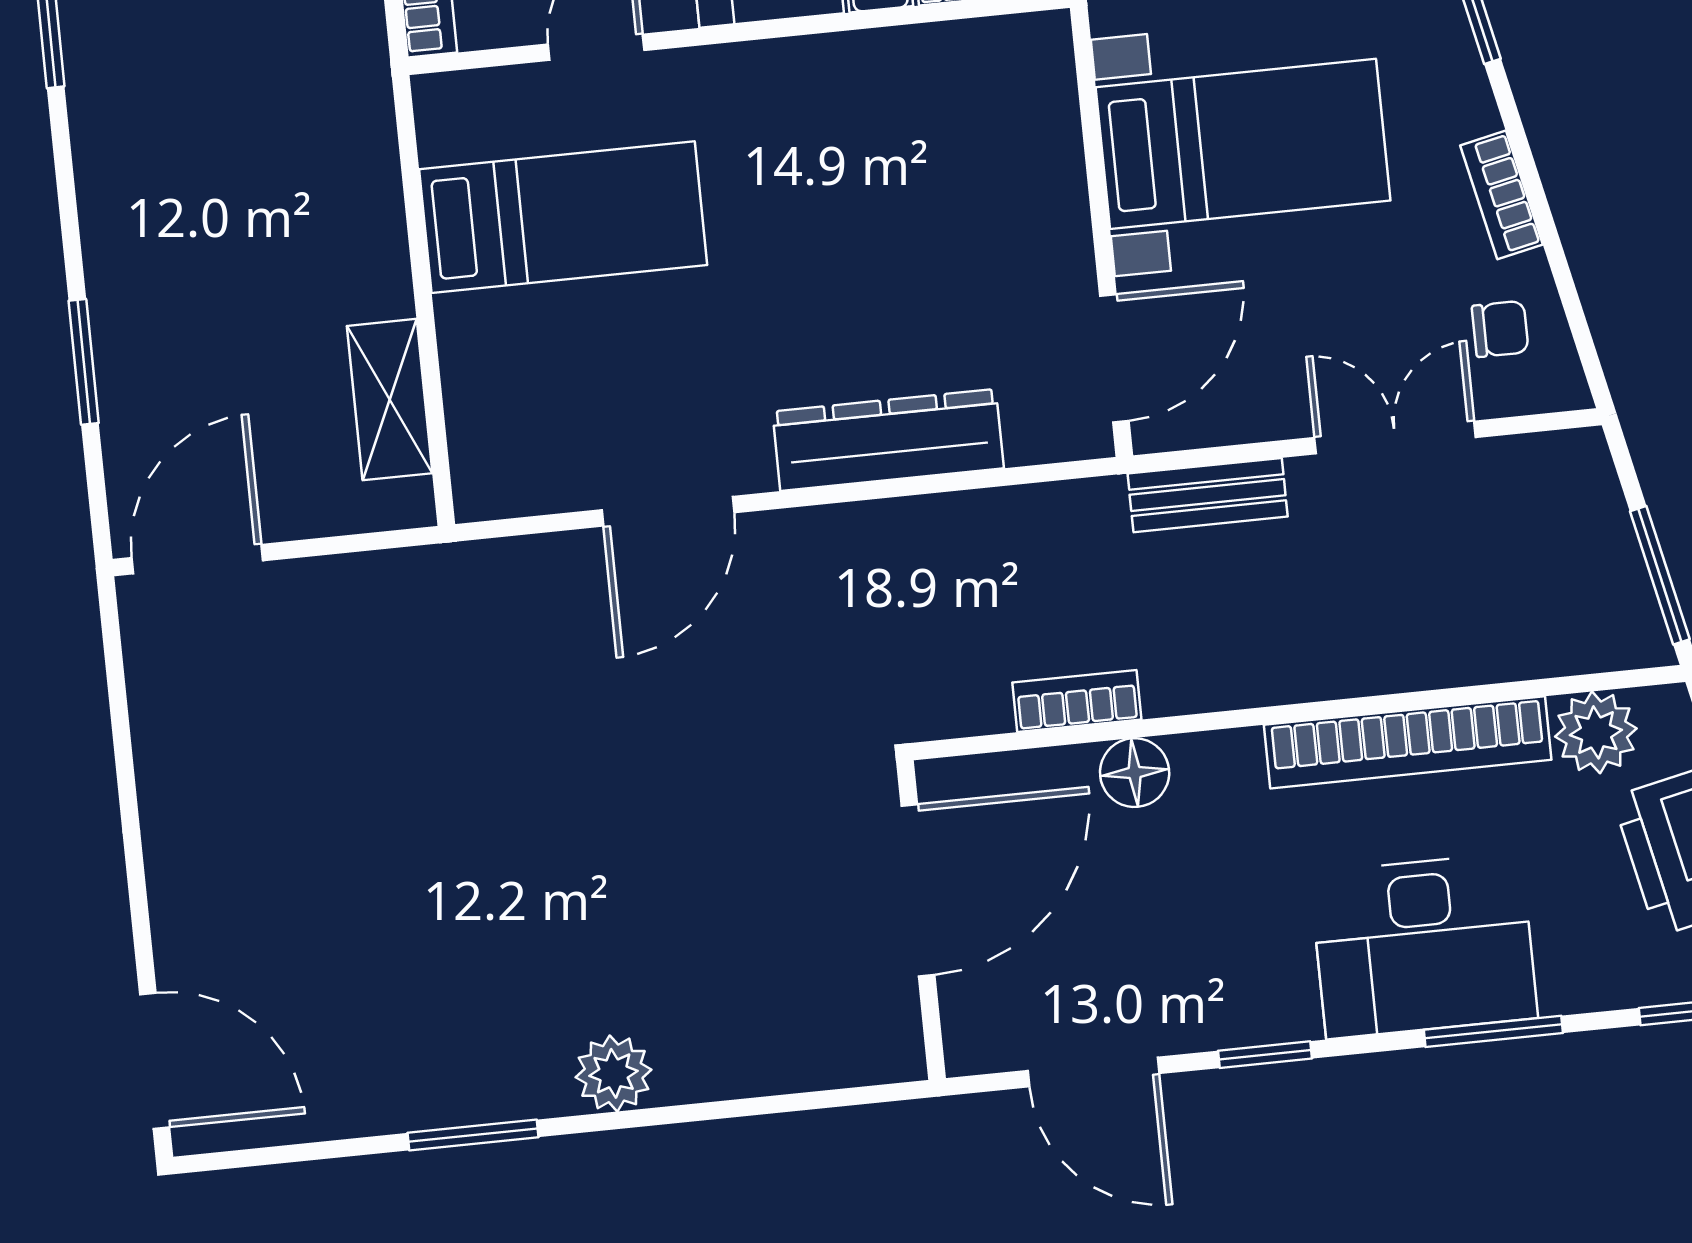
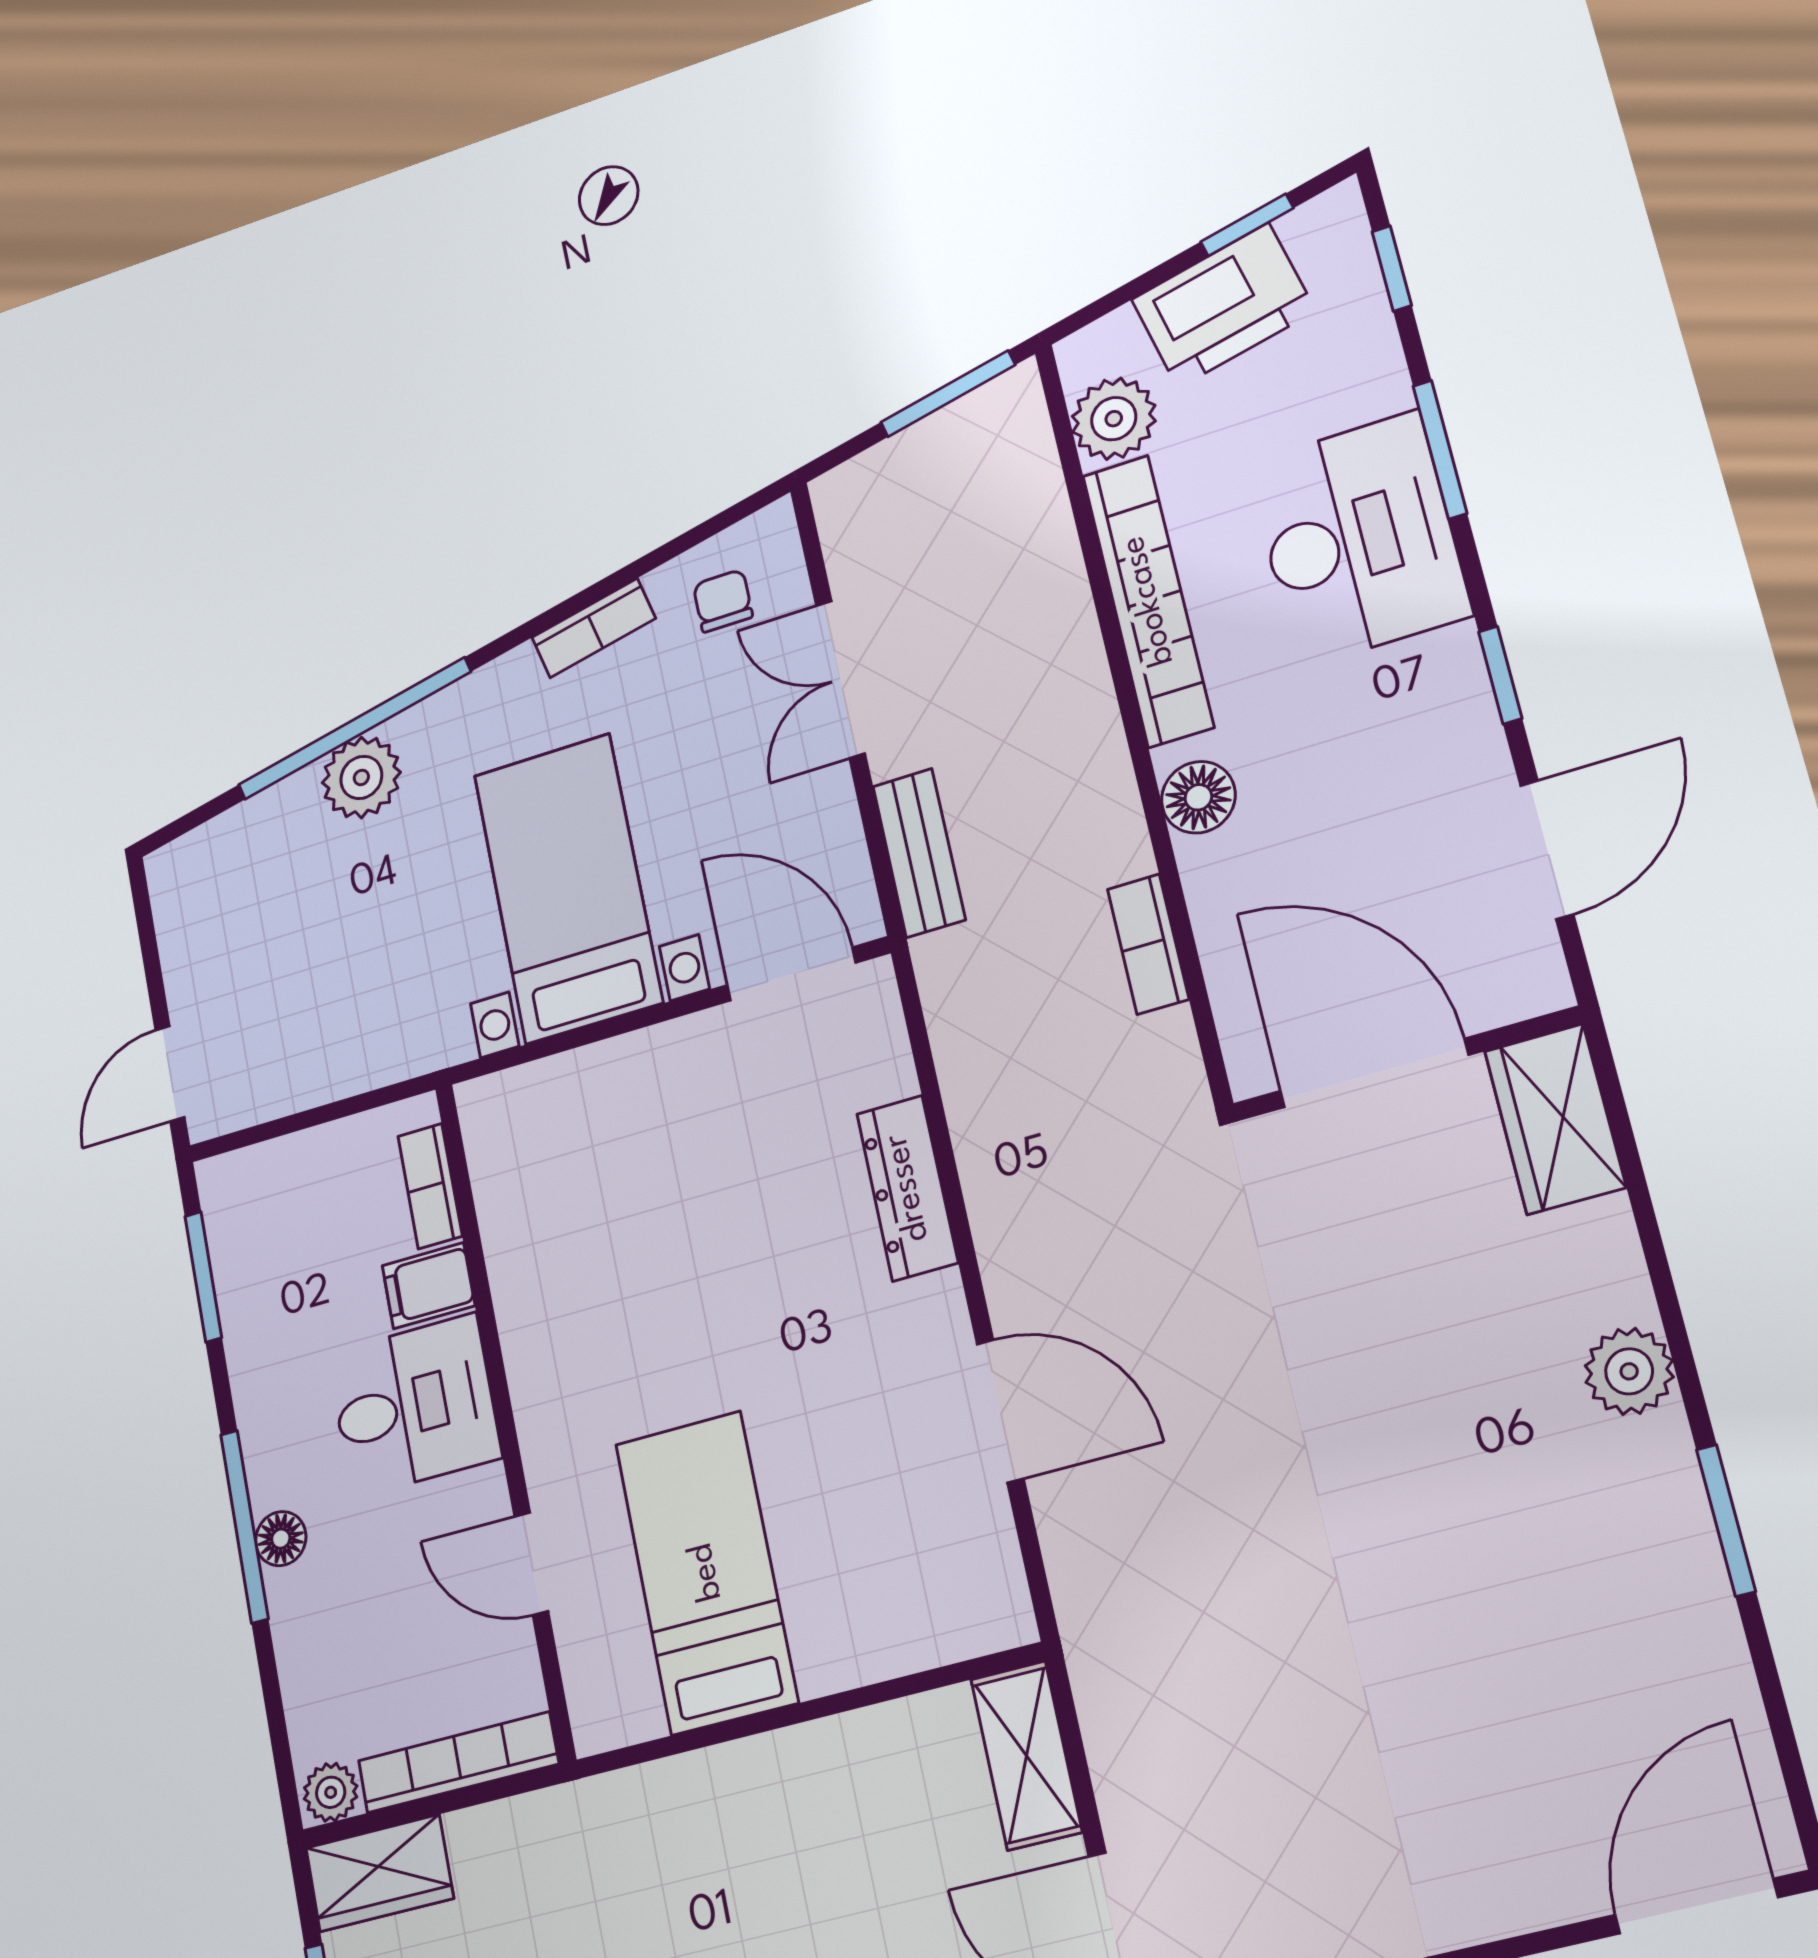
shelving: (390, 400) -> (1026, 1755), moved, turned 90
dresser: (888, 440) -> (907, 1188), width x0.73, depth x0.80
floor lamp: (1135, 773) -> (1198, 797), moved
wardrobe: (847, 1043) -> (1555, 1119), added

